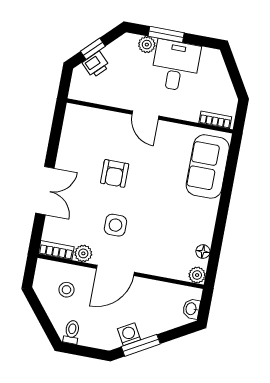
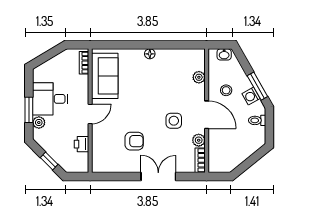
printer: (96, 65) -> (81, 144), moved, turned -135
sofa: (208, 166) -> (105, 76), moved, turned -90
armchair: (115, 173) -> (134, 141), moved
floor lamp: (203, 252) -> (150, 54), moved
plant: (197, 275) -> (199, 77), moved
stool: (66, 290) -> (226, 90), moved
toilet: (72, 332) -> (257, 120), moved

